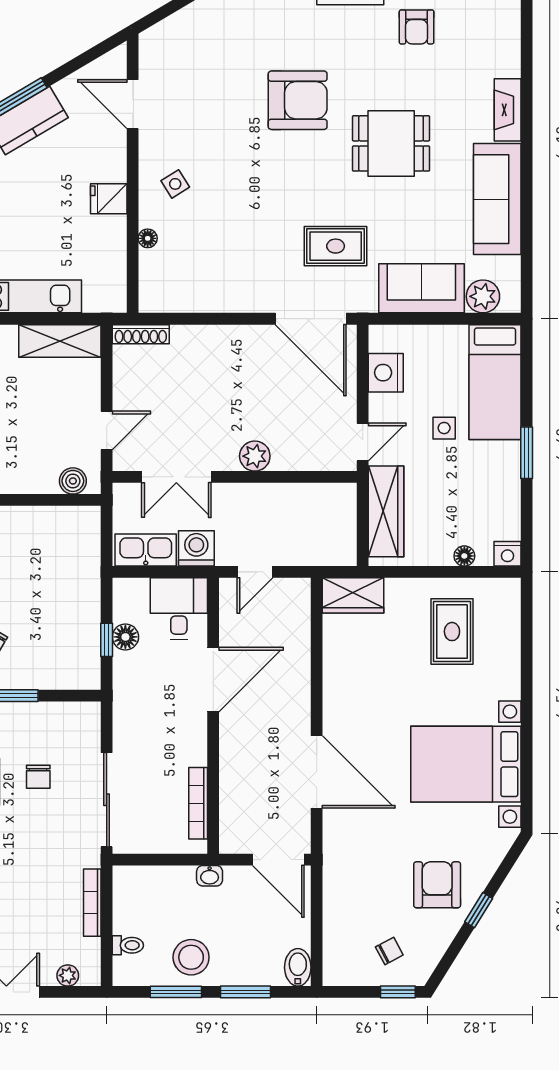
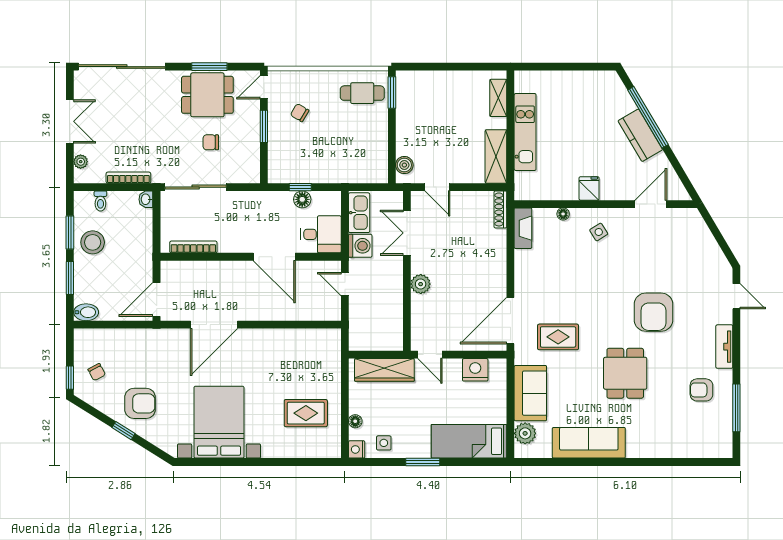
fireplace: (508, 110) -> (523, 228), moved, turned 90
rug: (336, 246) -> (558, 337), turned 90
side table: (444, 428) -> (384, 443), moved
wardrobe: (353, 595) -> (329, 348), removed
washbasin: (210, 876) -> (146, 199), moved

